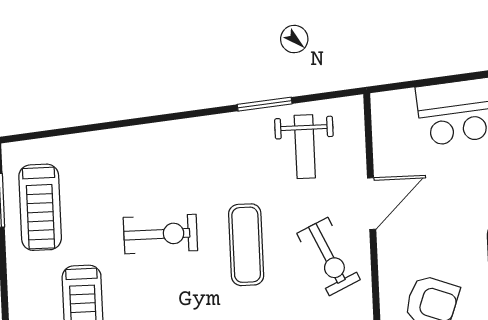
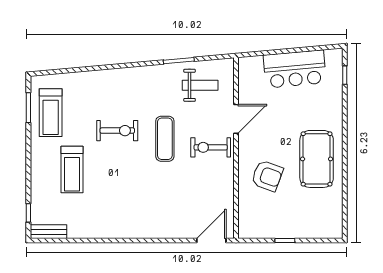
weight bench: (305, 147) -> (200, 85), turned -90
exercise bike: (329, 256) -> (211, 147), turned 115

